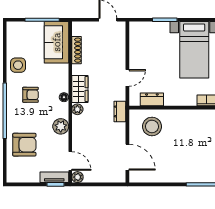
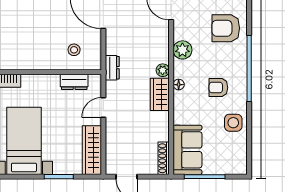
wardrobe: (137, 42) -> (92, 150), added
shoe rack: (77, 50) -> (164, 158), moved
stool: (152, 126) -> (74, 50), width x0.53, depth x0.53

